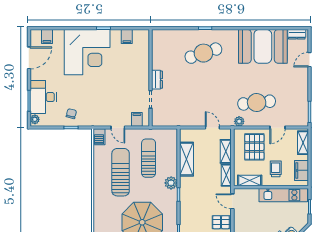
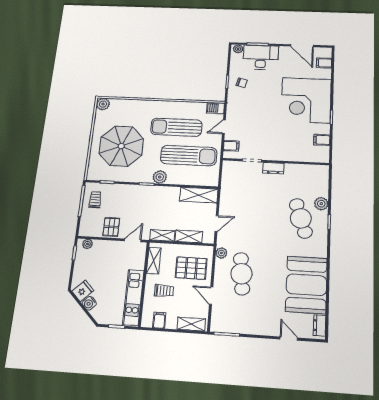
plant: (189, 35) -> (321, 204), added
sun lounger: (149, 158) -> (189, 156), width x1.36, depth x1.34
shelving: (187, 159) -> (199, 195), moved
filing cabinet: (302, 170) -> (159, 320), width x0.50
sun lounger: (121, 172) -> (176, 127), turned 180

